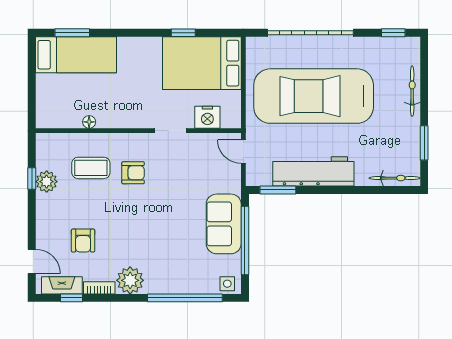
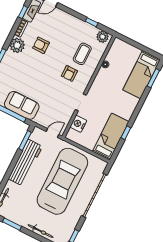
bed: (202, 63) -> (111, 137), width x0.67
plant: (47, 182) -> (103, 37), moved
armchair: (83, 241) -> (41, 45), moved

